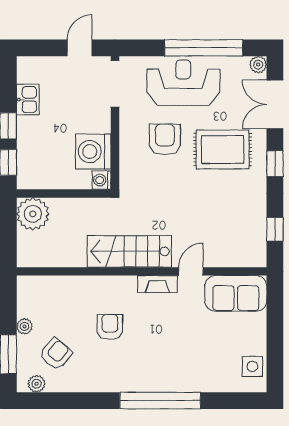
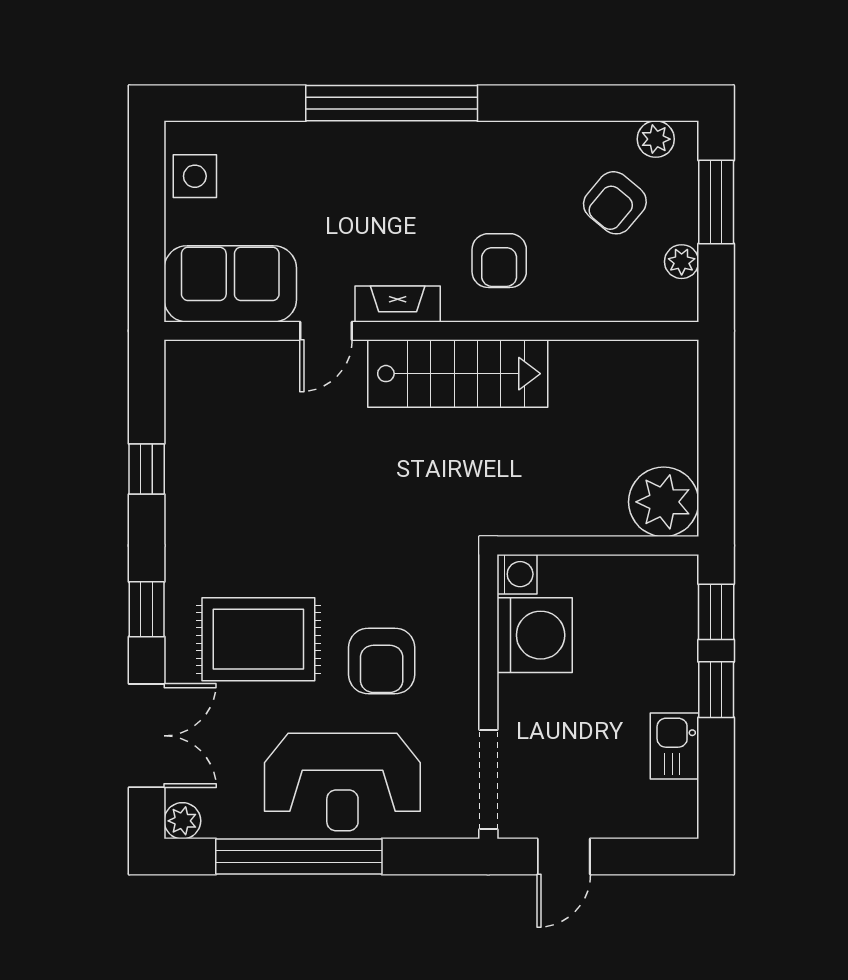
stairs: (129, 251) -> (458, 374), moved
wall: (142, 271) -> (431, 331), moved
door: (191, 271) -> (326, 331), moved
fireplace: (157, 284) -> (398, 304), moved
sofa: (236, 293) -> (230, 284), moved

